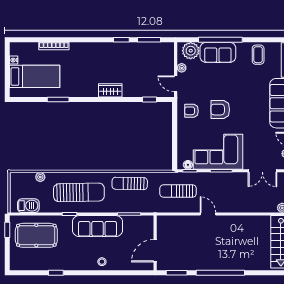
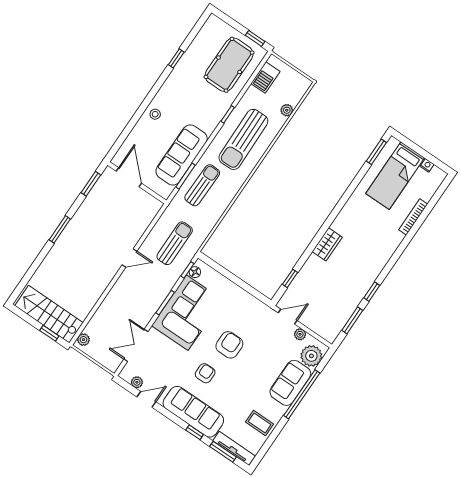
window: (58, 99) -> (376, 152), moved
armchair: (192, 111) -> (205, 373), moved
sun lounger: (130, 183) -> (202, 185), moved
sofa: (98, 226) -> (182, 155), moved
window: (220, 273) -> (60, 229), width x0.47

